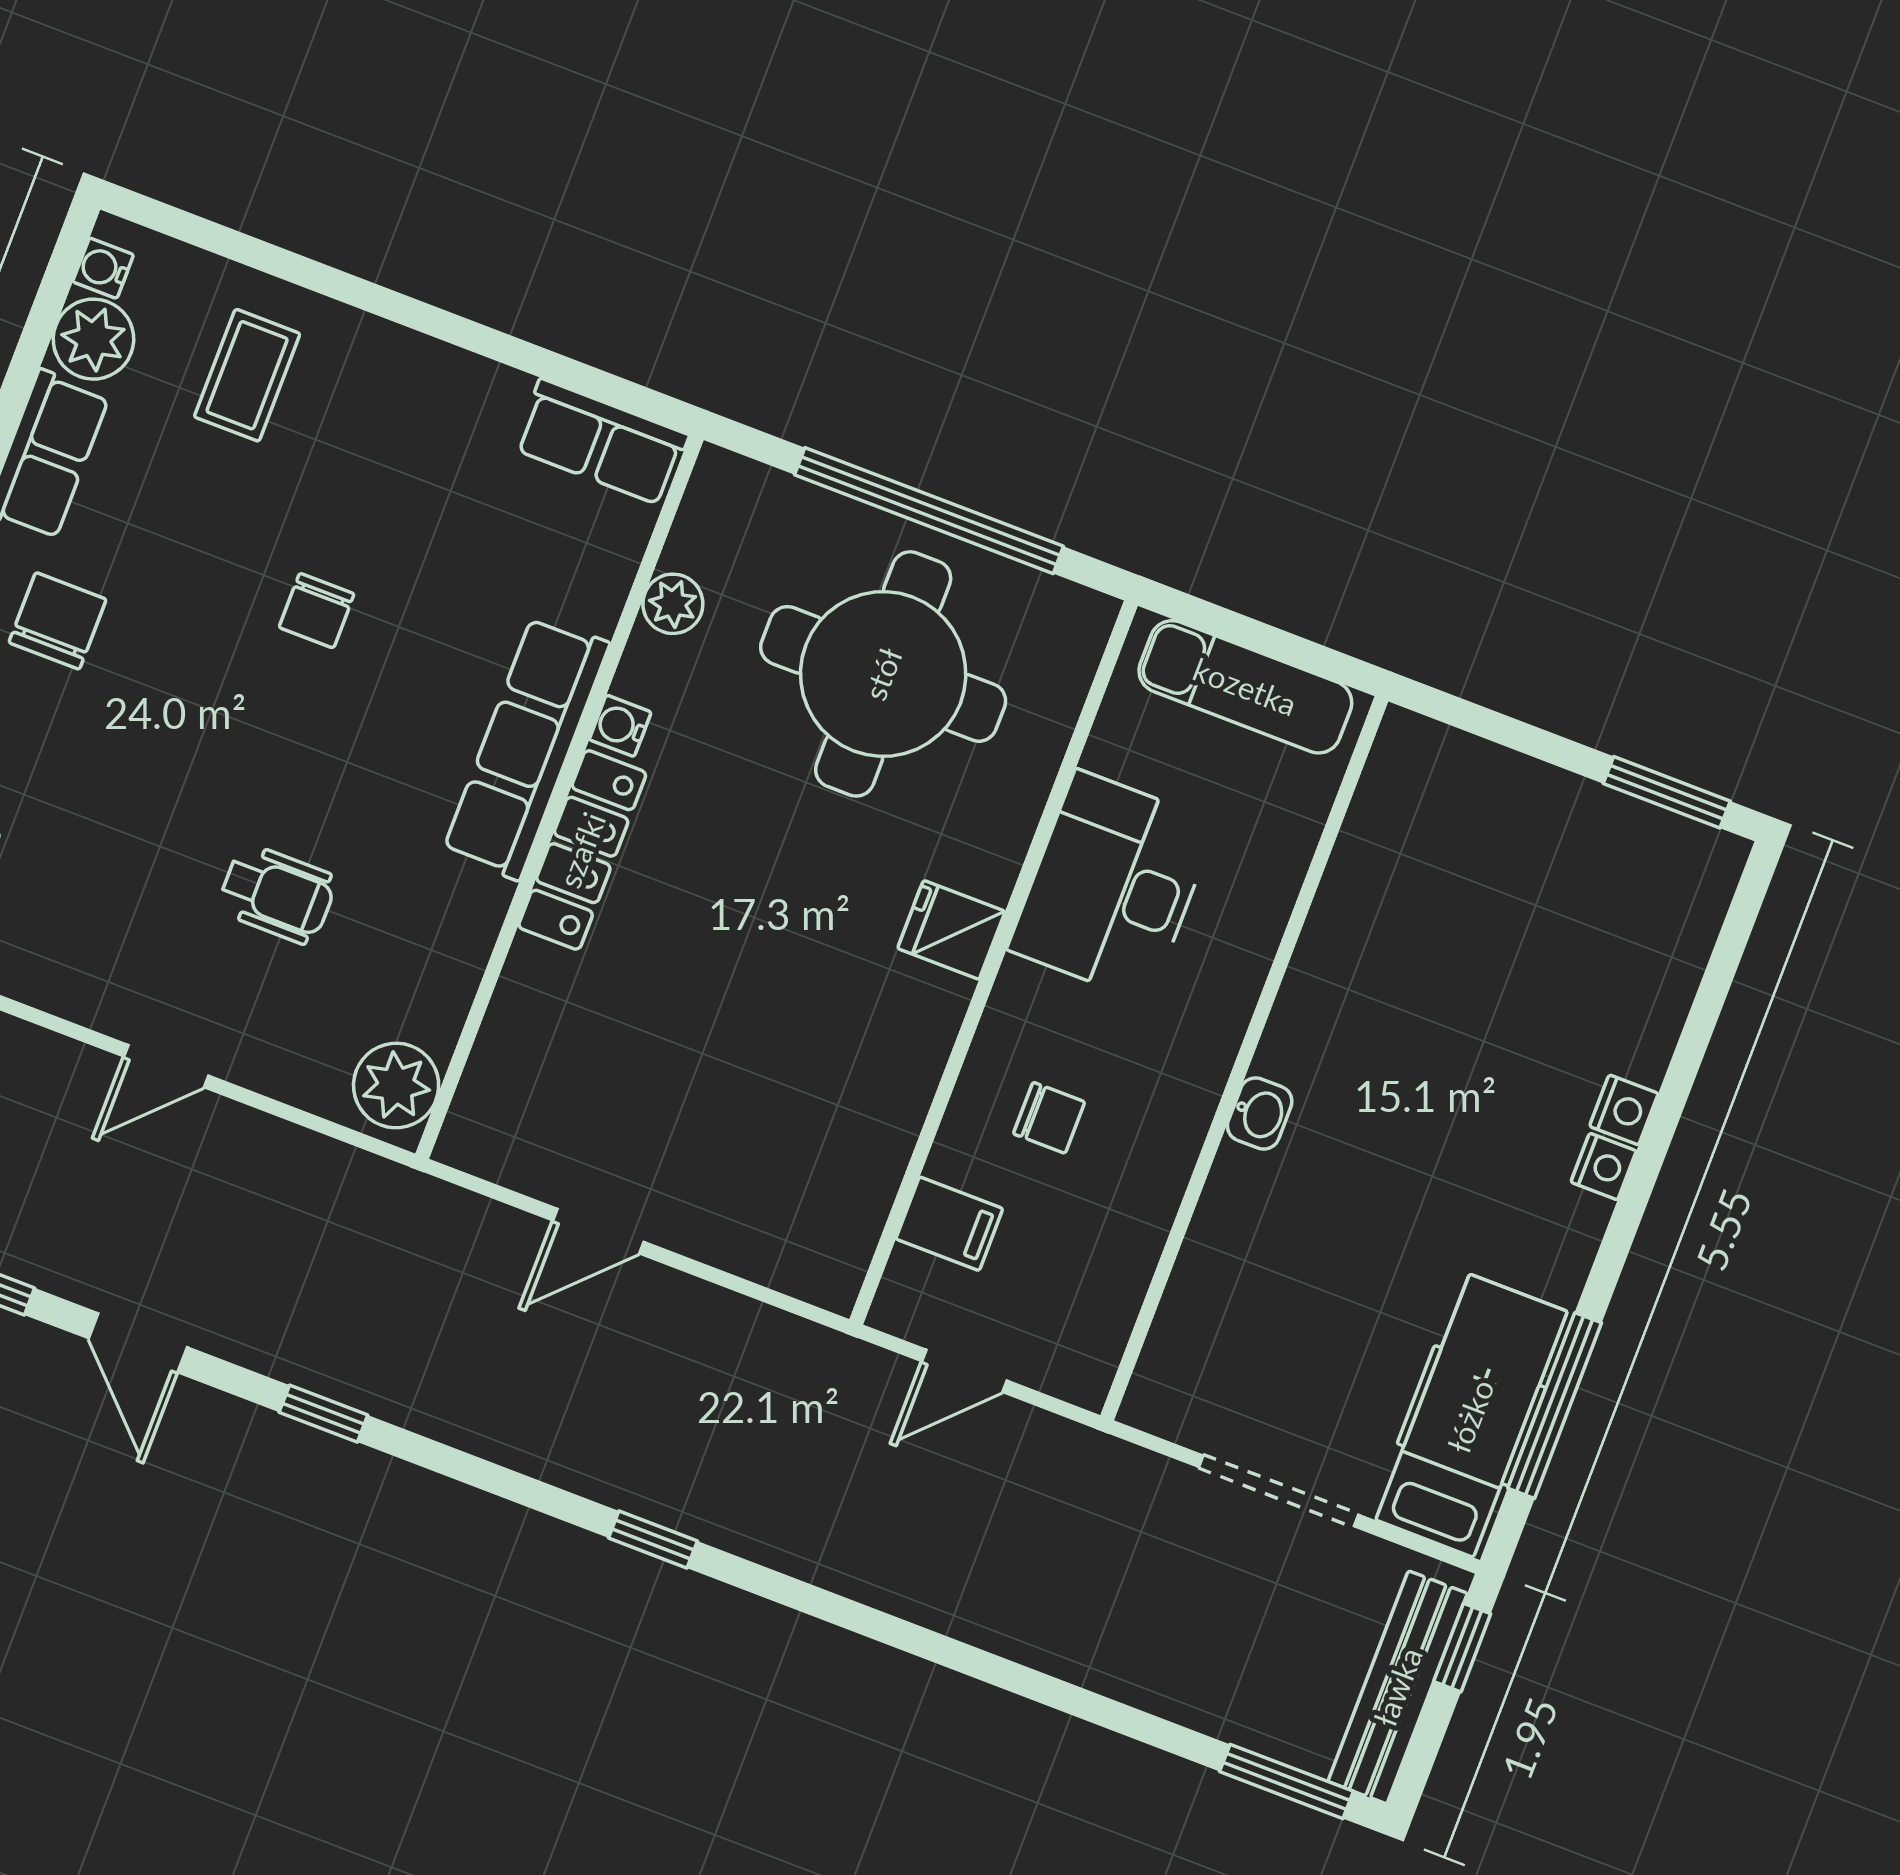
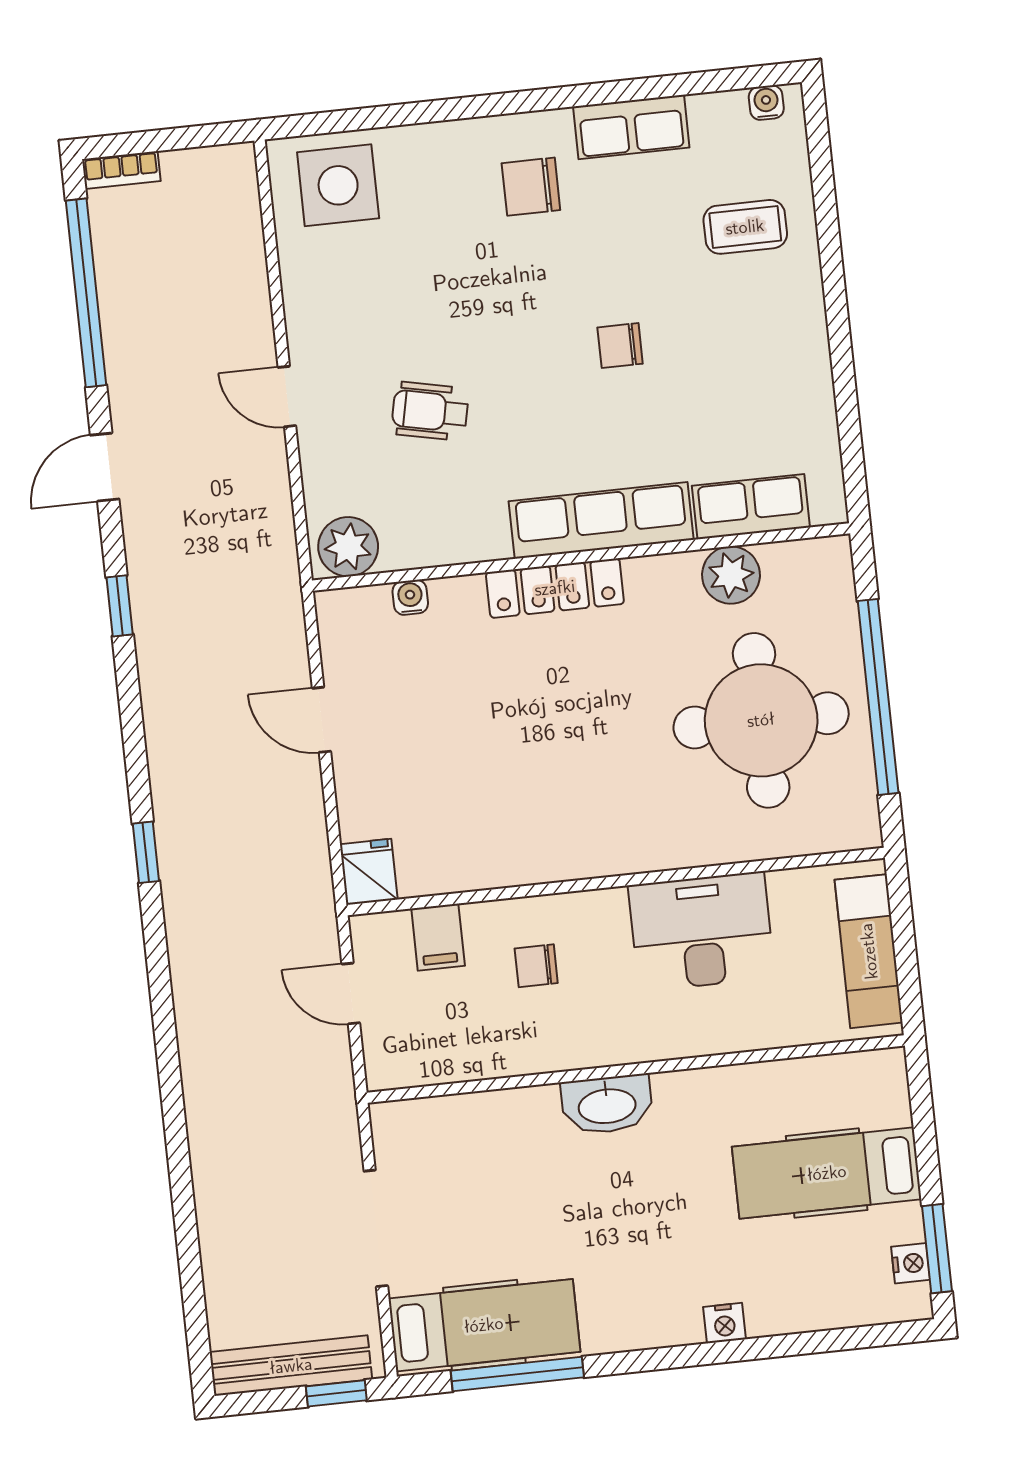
plant: (93, 339) -> (719, 119), removed
row of seats: (601, 442) -> (751, 507), moved, turned 90
plant: (673, 604) -> (731, 575), width x1.38, depth x1.38
chair: (58, 621) -> (531, 187), turned 180
water cooler: (620, 726) -> (410, 597), moved
hospital bed: (1500, 883) -> (827, 1173), added
wheelchair: (277, 894) -> (430, 411), turned 102
fridge: (951, 930) -> (369, 872), moved
washbasin: (1260, 1114) -> (607, 1105), width x1.91, depth x1.45
chair: (1049, 1118) -> (536, 966), turned 90
nightstand: (1604, 1166) -> (911, 1263), moved, turned -90
window: (1287, 1781) -> (197, 1326), removed

